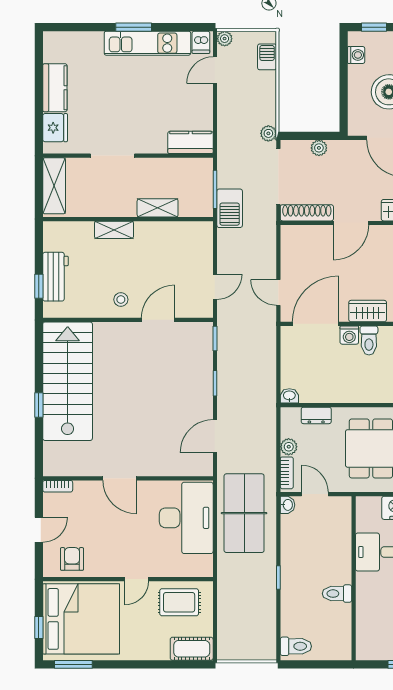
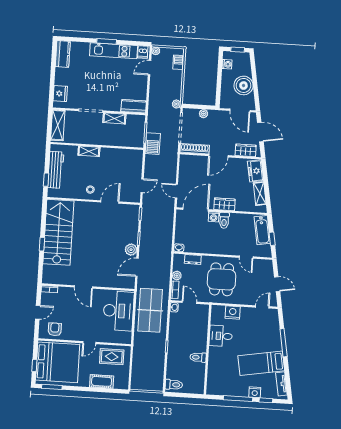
kitchen counter: (55, 88) -> (63, 54), moved
shelving: (158, 208) -> (114, 118), moved
workbench: (55, 277) -> (56, 170), width x1.37
plant: (202, 405) -> (131, 250), added
cot: (192, 649) -> (102, 381), moved

